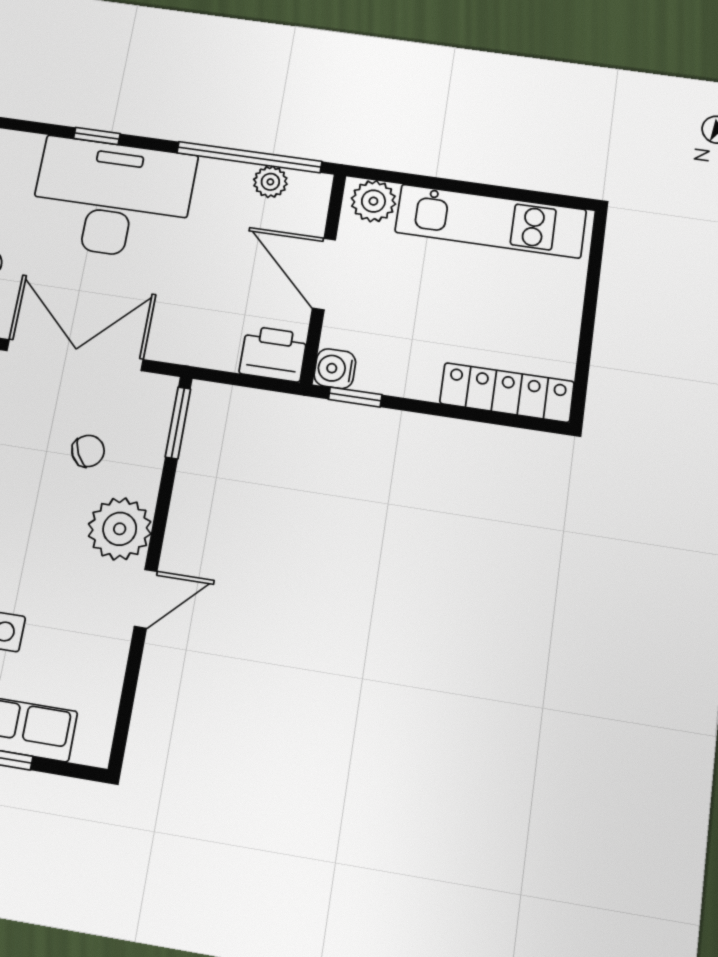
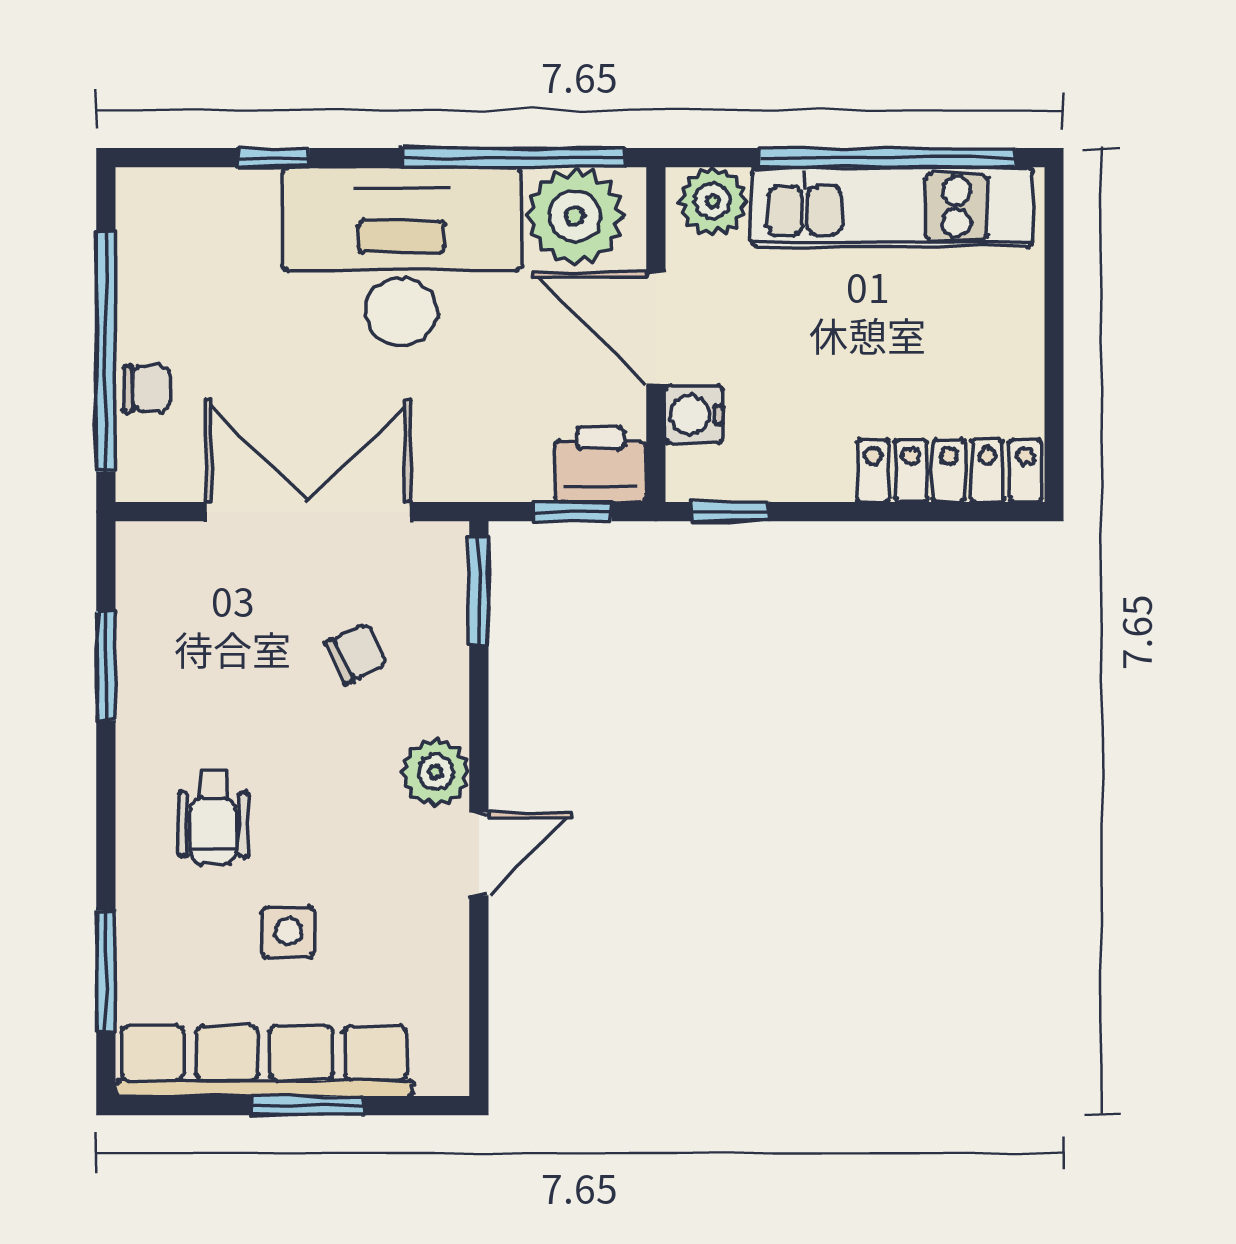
plant: (270, 182) -> (575, 216), width x1.87, depth x1.87
window: (492, 191) -> (888, 158), added
desk: (112, 198) -> (402, 256), moved
water cooler: (335, 369) -> (694, 414), moved
window: (249, 381) -> (572, 512), added
plant: (120, 529) -> (435, 772), width x0.73, depth x0.73

